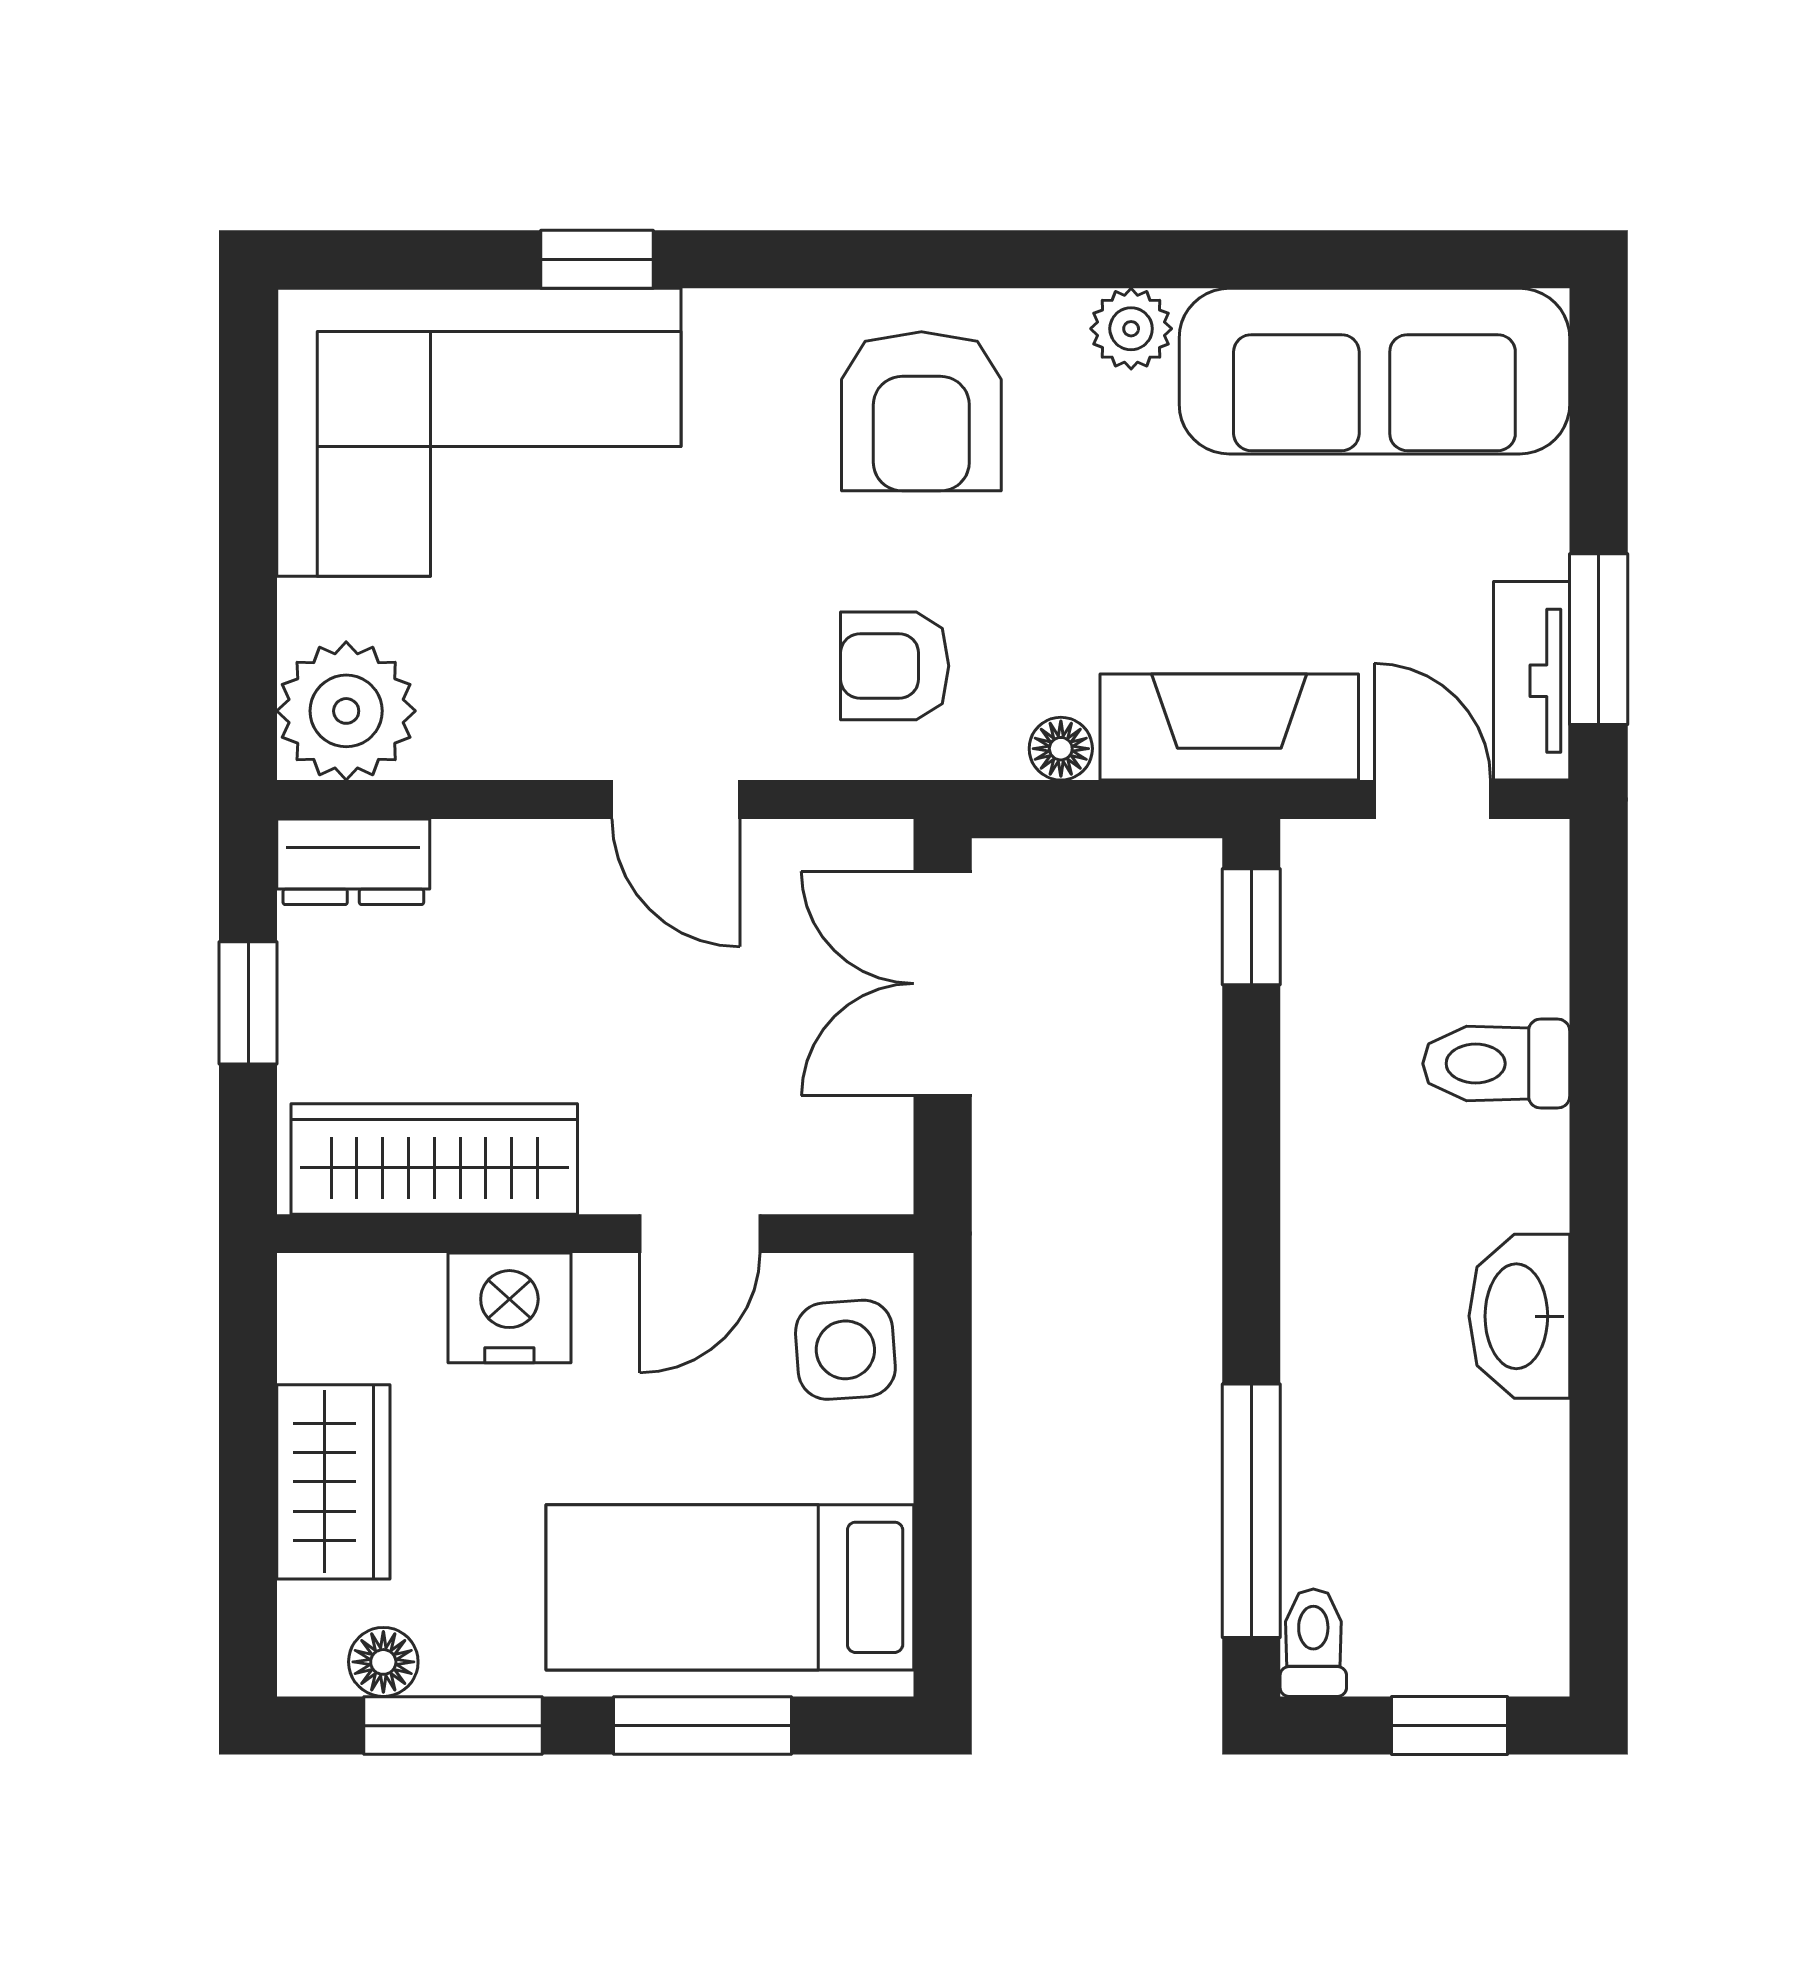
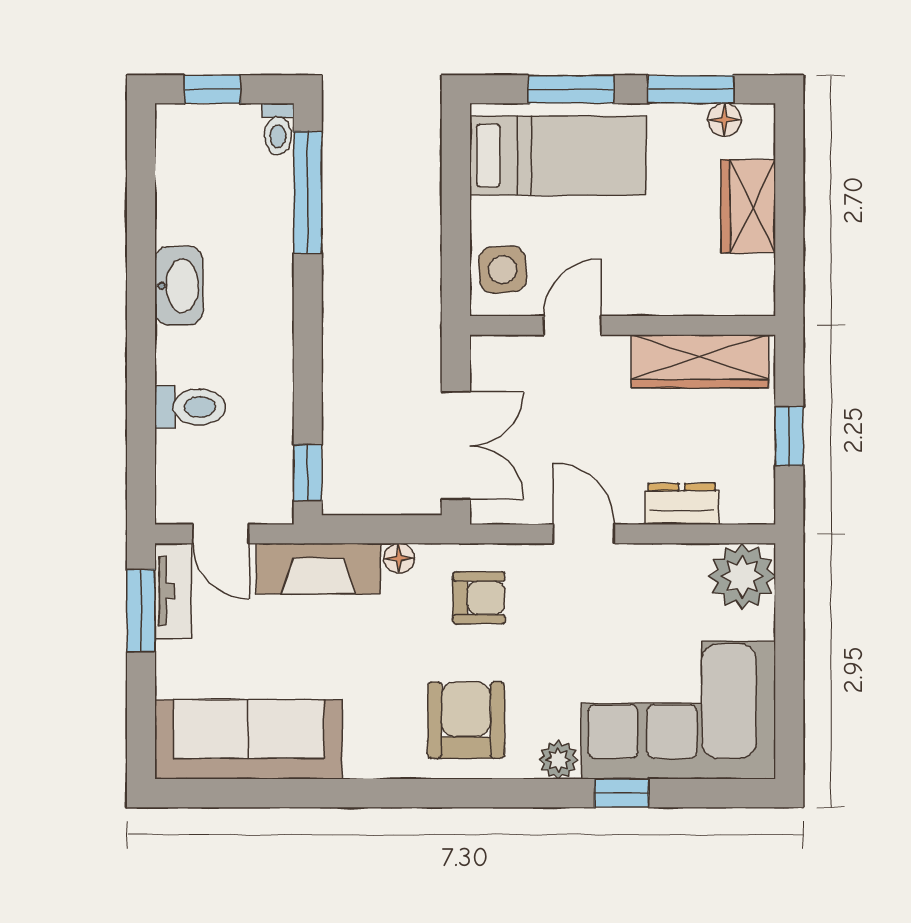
plant: (1131, 329) -> (558, 760), moved
dresser: (353, 862) -> (682, 504), moved
nightstand: (509, 1308) -> (664, 290), removed

